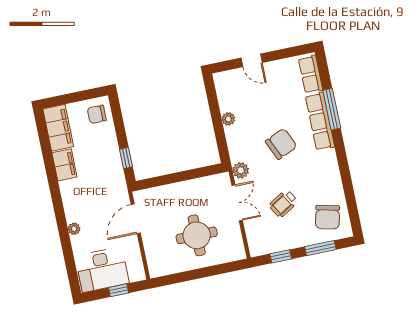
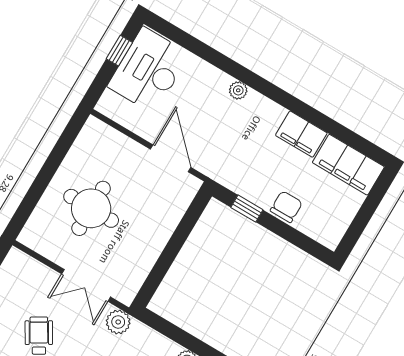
chair: (97, 114) -> (286, 207), moved
plant: (74, 229) -> (238, 90), moved
window: (119, 290) -> (119, 51), moved

